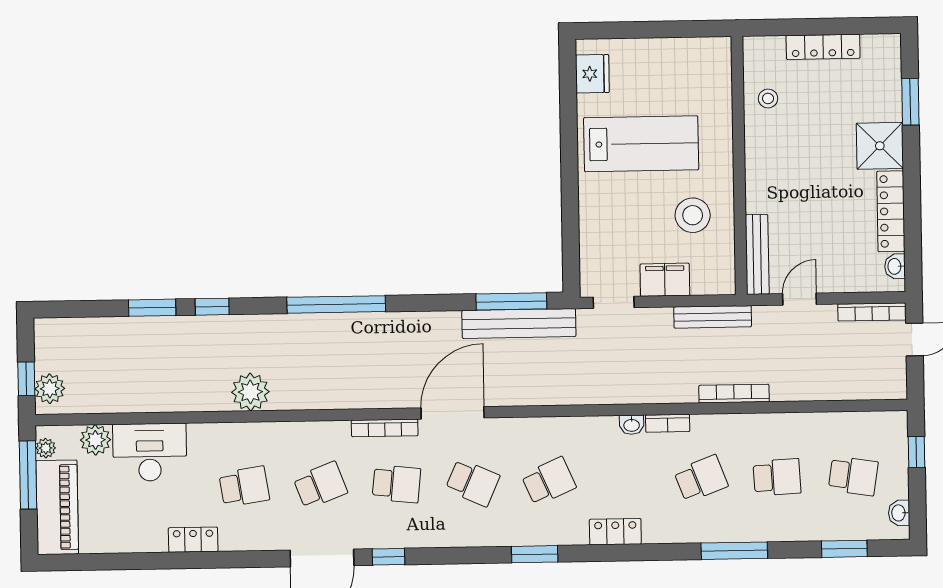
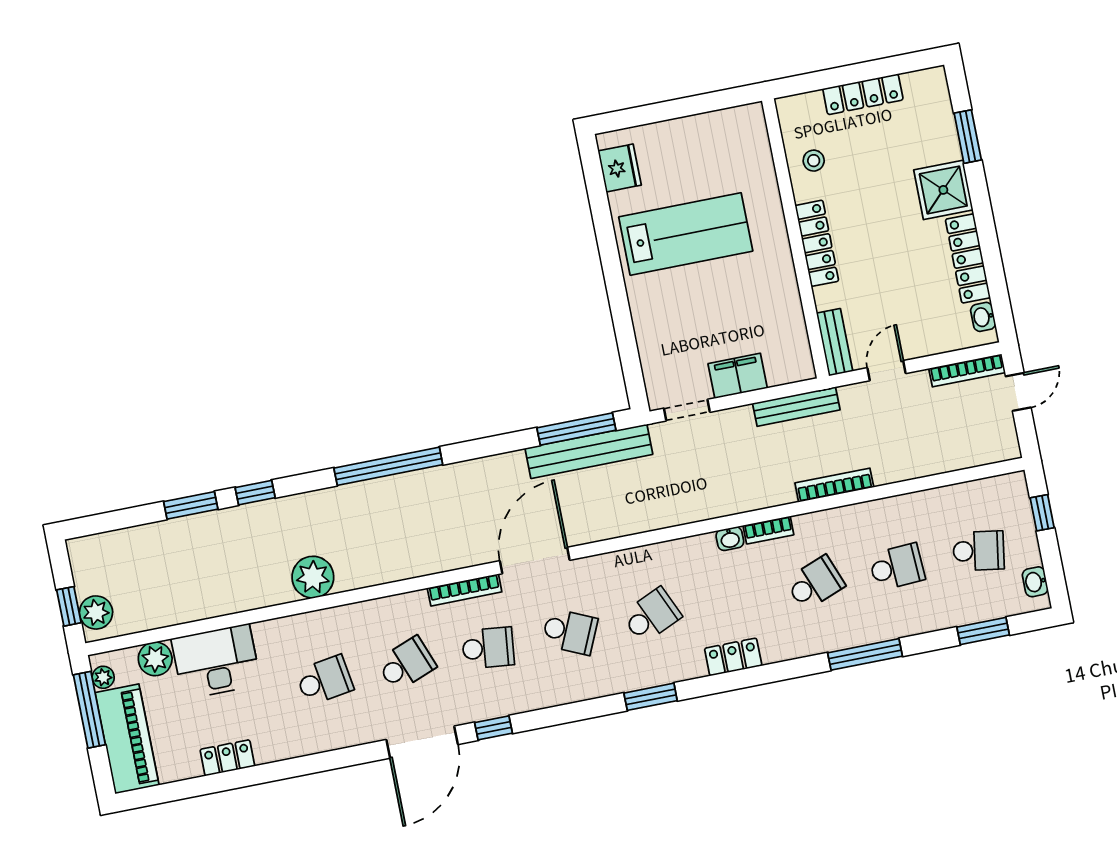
locker: (758, 173) -> (817, 243), added
stool: (693, 215) -> (755, 301), removed
bench: (757, 254) -> (835, 342), width x0.73
locker: (193, 540) -> (227, 758), moved

